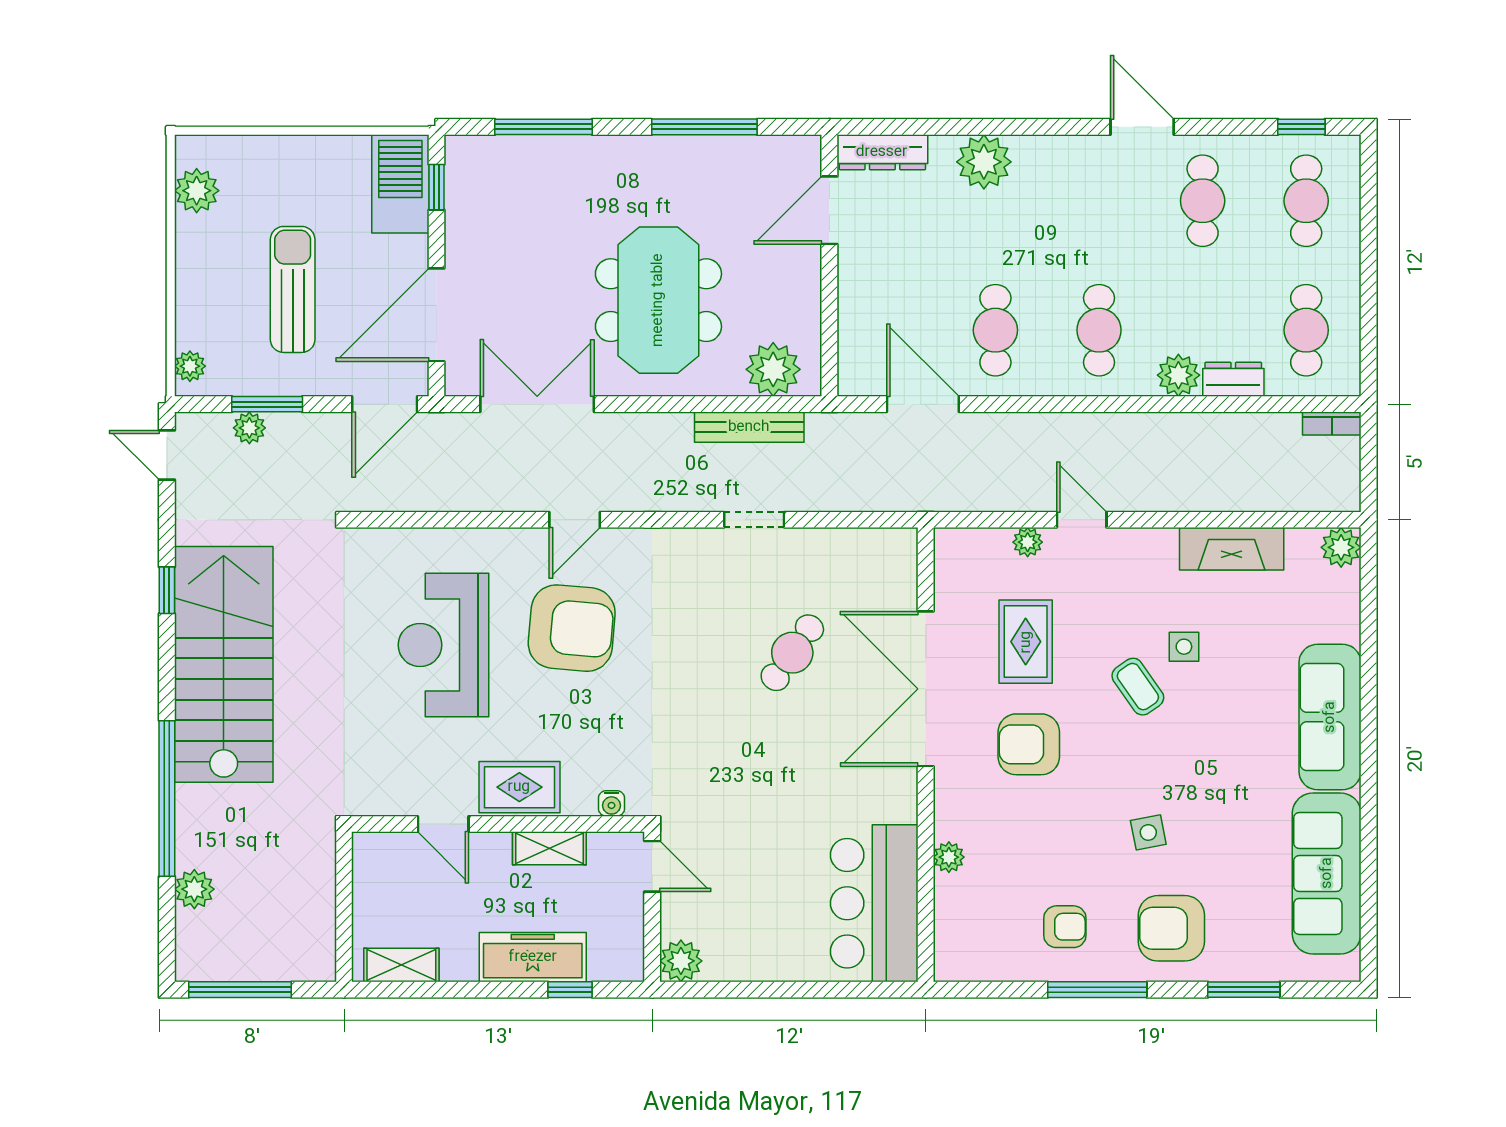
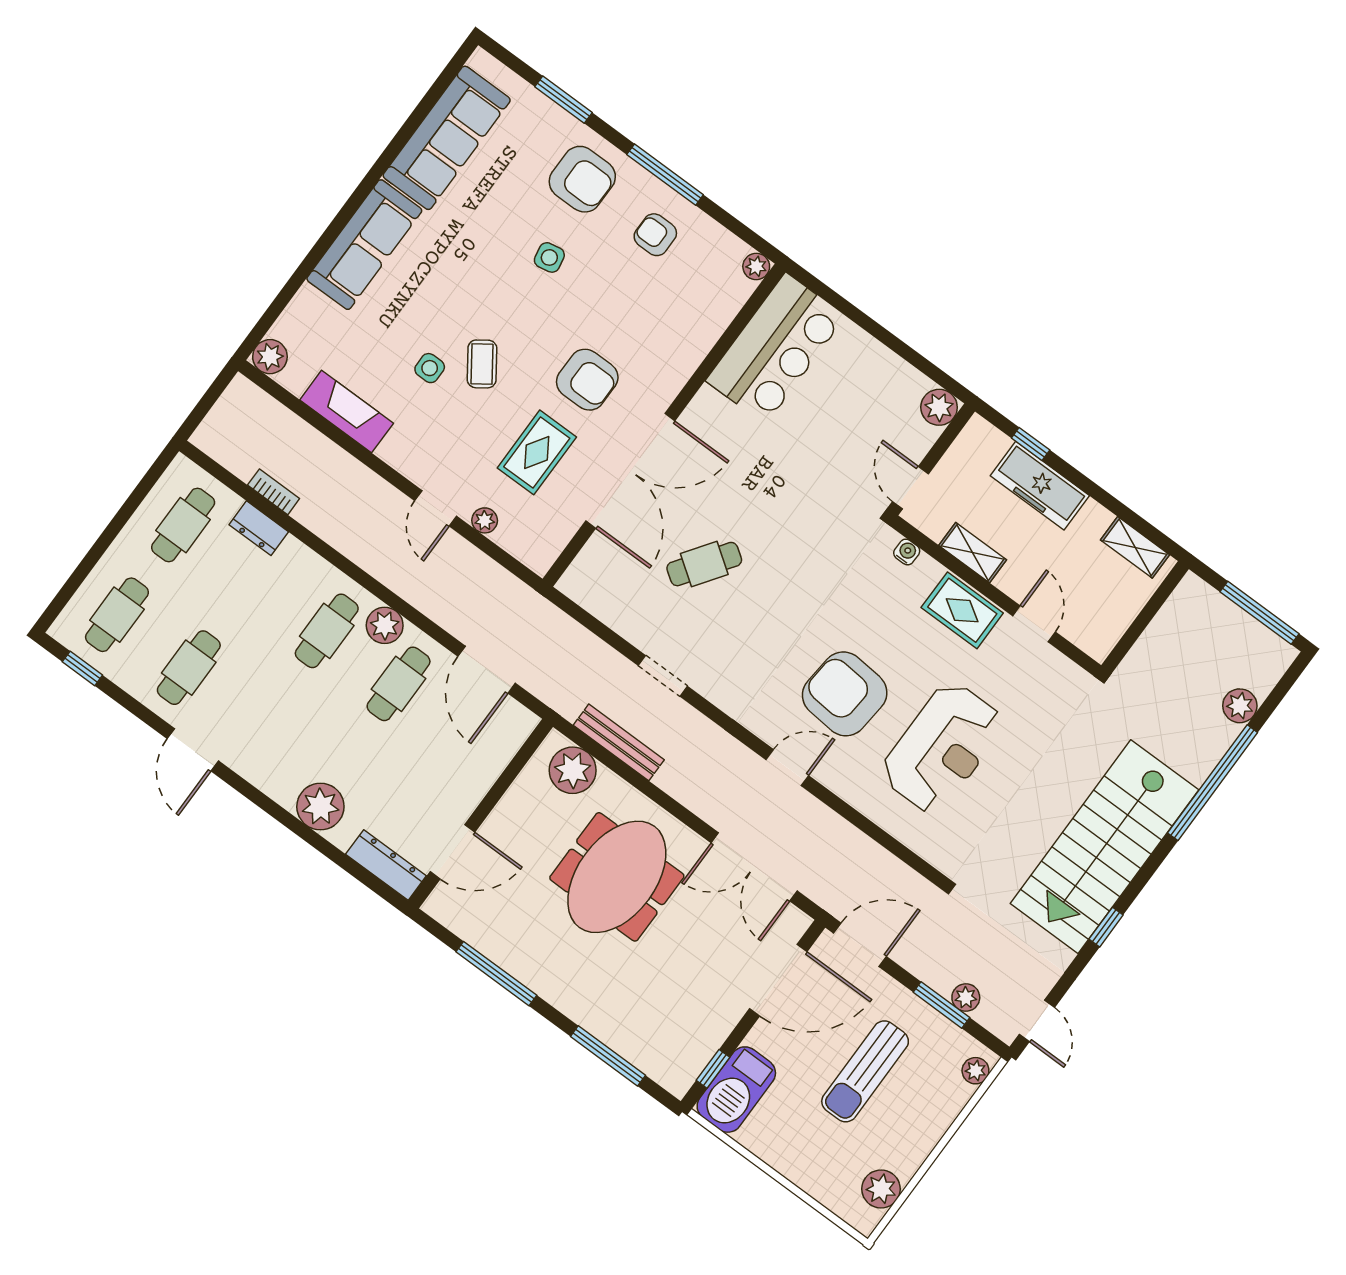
plant: (1178, 375) -> (385, 625), moved
bookcase: (1332, 424) -> (274, 492), moved
plant: (949, 857) -> (756, 266), moved

